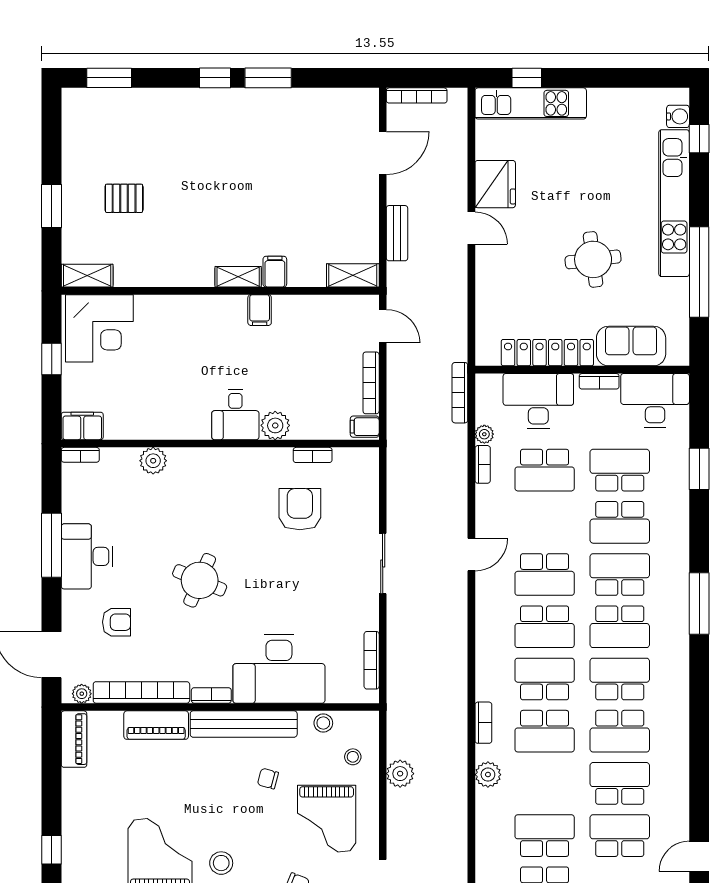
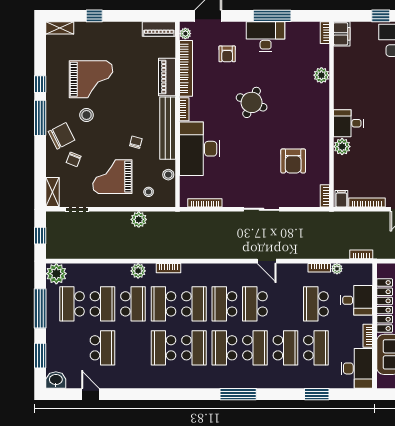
bookcase: (460, 393) -> (361, 254), width x0.64
desk: (538, 401) -> (356, 300), width x0.73
bookcase: (313, 455) -> (325, 196), moved
armchair: (300, 509) -> (293, 161), turned 90
school desk: (620, 522) -> (285, 348), turned 180
school desk: (620, 783) -> (133, 304), moved

